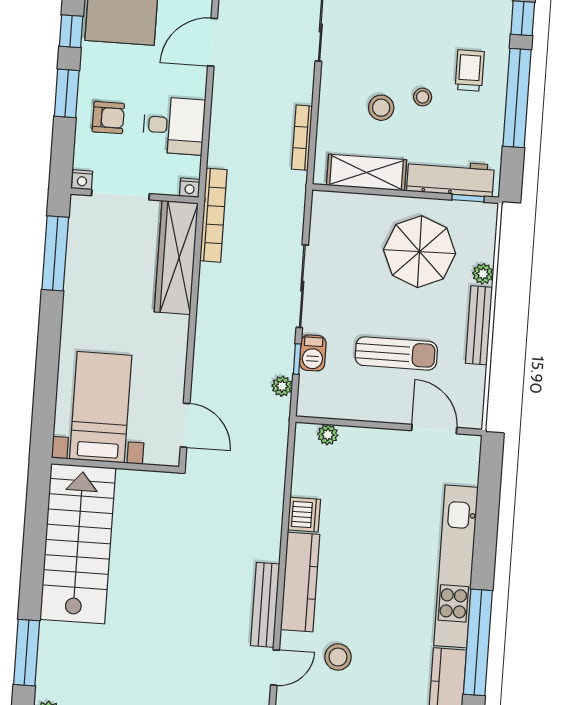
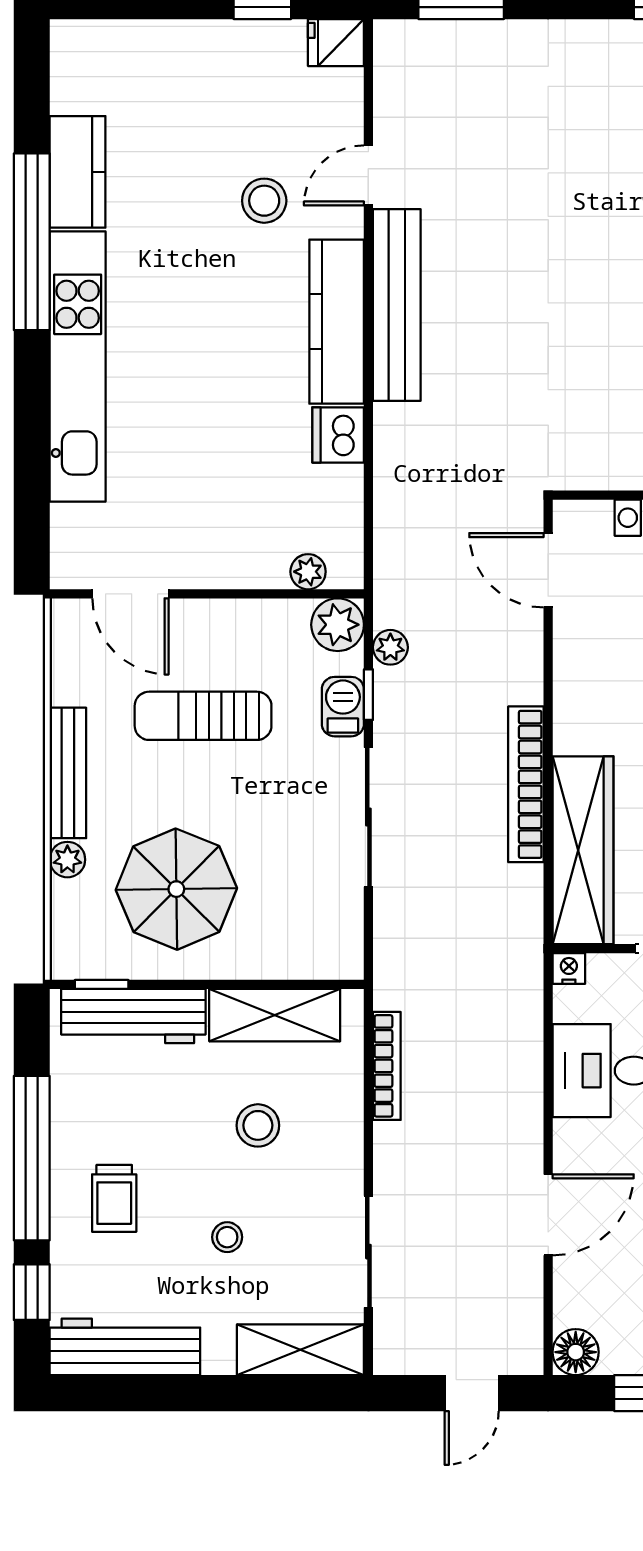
stool: (423, 97) -> (227, 1237), moved
bookcase: (213, 215) -> (526, 784), moved
plant: (312, 402) -> (338, 625), added
bench: (265, 605) -> (397, 305), width x1.37, depth x1.21

